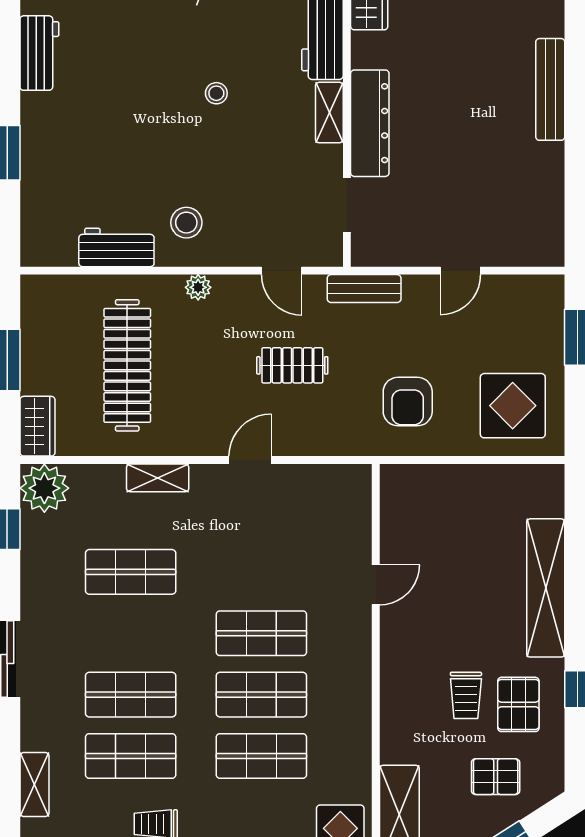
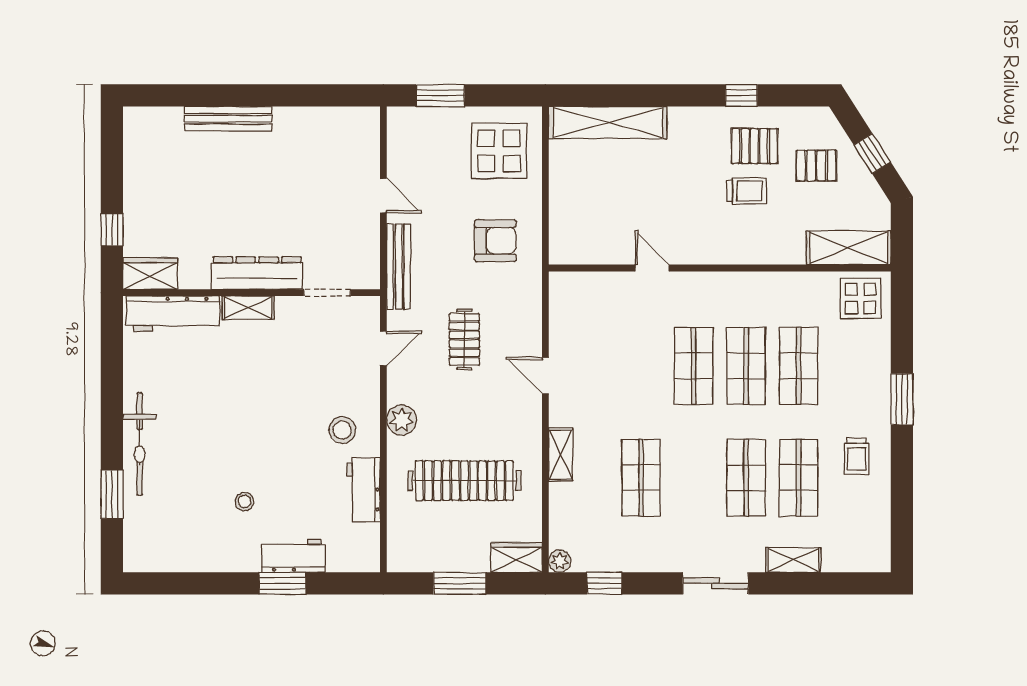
workbench: (39, 53) -> (294, 556), moved
stool: (216, 93) -> (245, 502), moved
plant: (198, 287) -> (402, 420), width x1.38, depth x1.38
bench: (364, 289) -> (399, 267), width x1.36
plant: (44, 488) -> (560, 561), width x0.53, depth x0.53
shelving: (546, 588) -> (608, 123), moved
pallet: (496, 777) -> (816, 165), turned 90
shelving: (34, 784) -> (793, 560), moved

